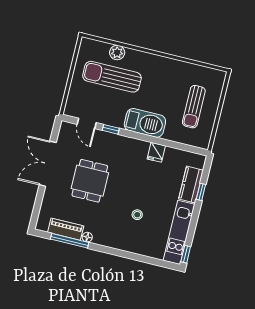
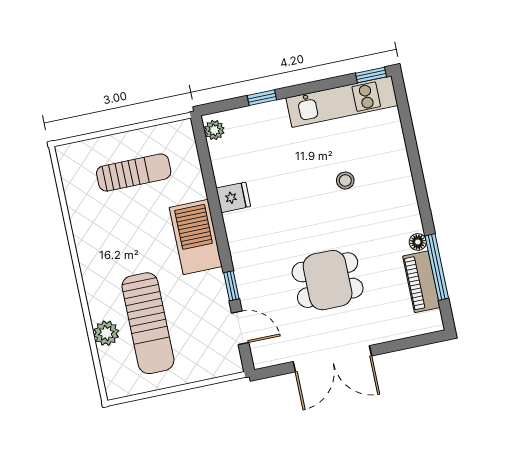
door: (87, 123) -> (240, 328), hinge flipped
plant: (196, 159) -> (214, 130), added
kitchen counter: (191, 185) -> (258, 119), removed

